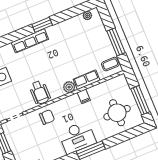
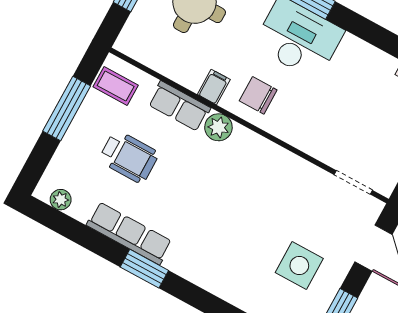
row of seats: (30, 41) -> (129, 233), moved
wheelchair: (40, 92) -> (129, 157), moved, turned 90
chair: (47, 117) -> (258, 95), moved

